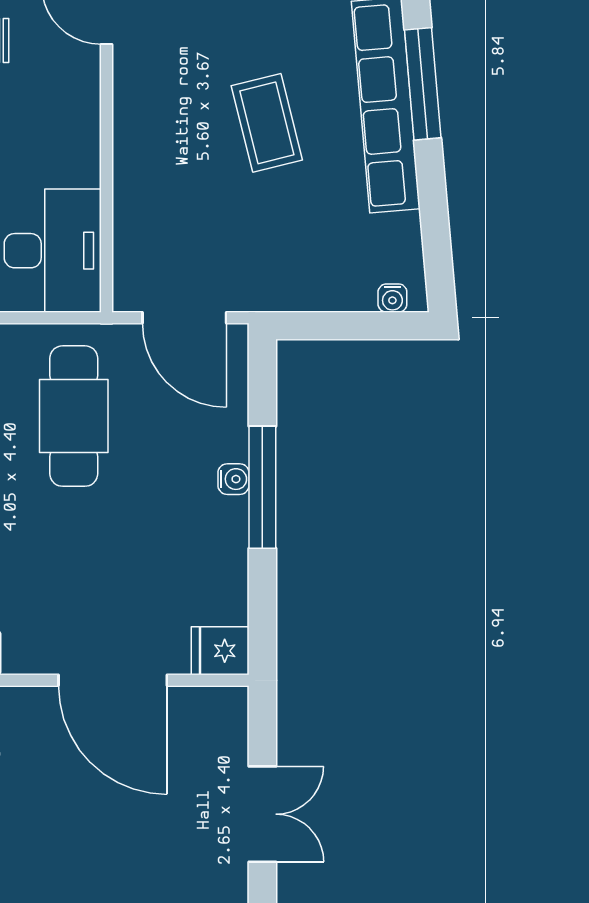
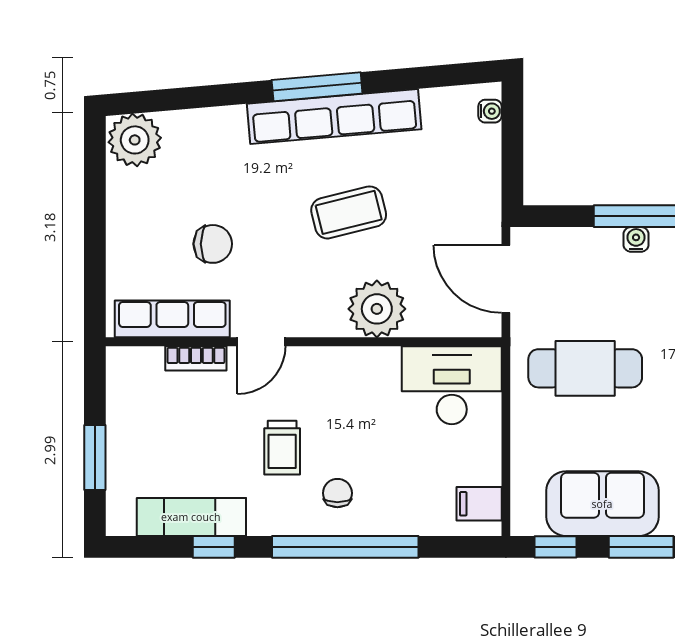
plant: (147, 158) -> (377, 309), added
door: (184, 318) -> (506, 279), swing flipped

